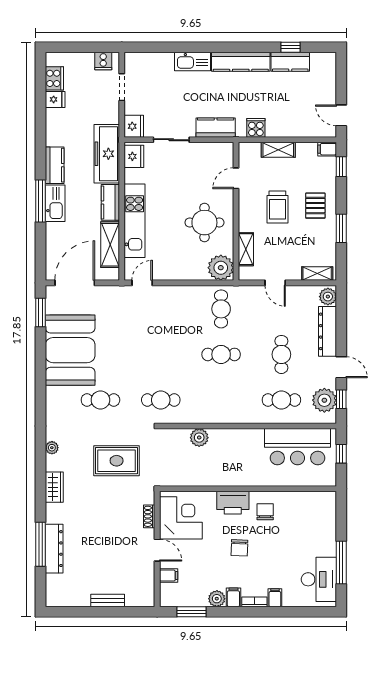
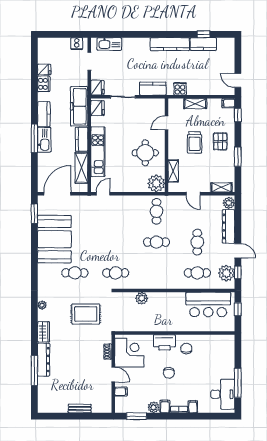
kitchen sink: (193, 62) -> (109, 44), moved
cooker: (54, 78) -> (44, 84), moved
dresser: (54, 549) -> (44, 360), moved

